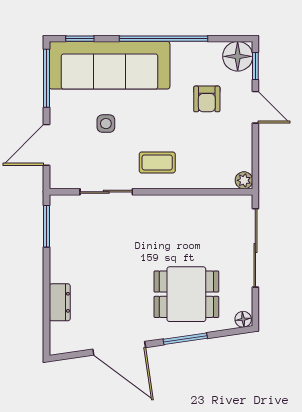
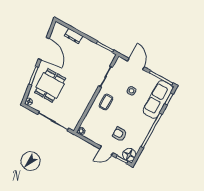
sofa: (110, 65) -> (158, 99), width x0.74, depth x0.79
door: (119, 348) -> (44, 49), swing flipped

